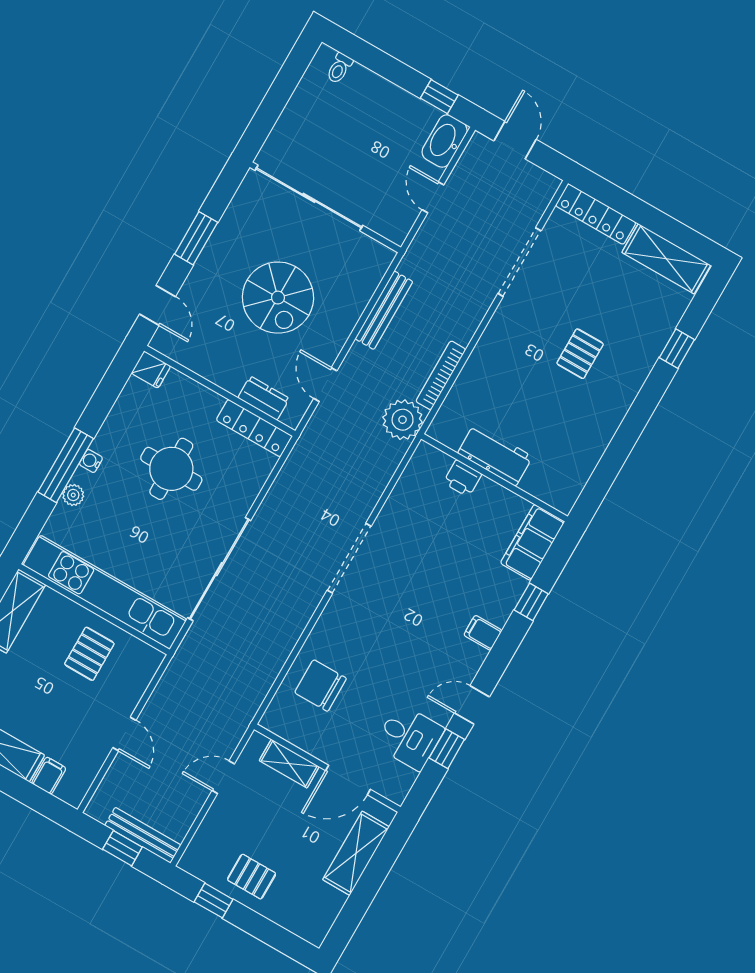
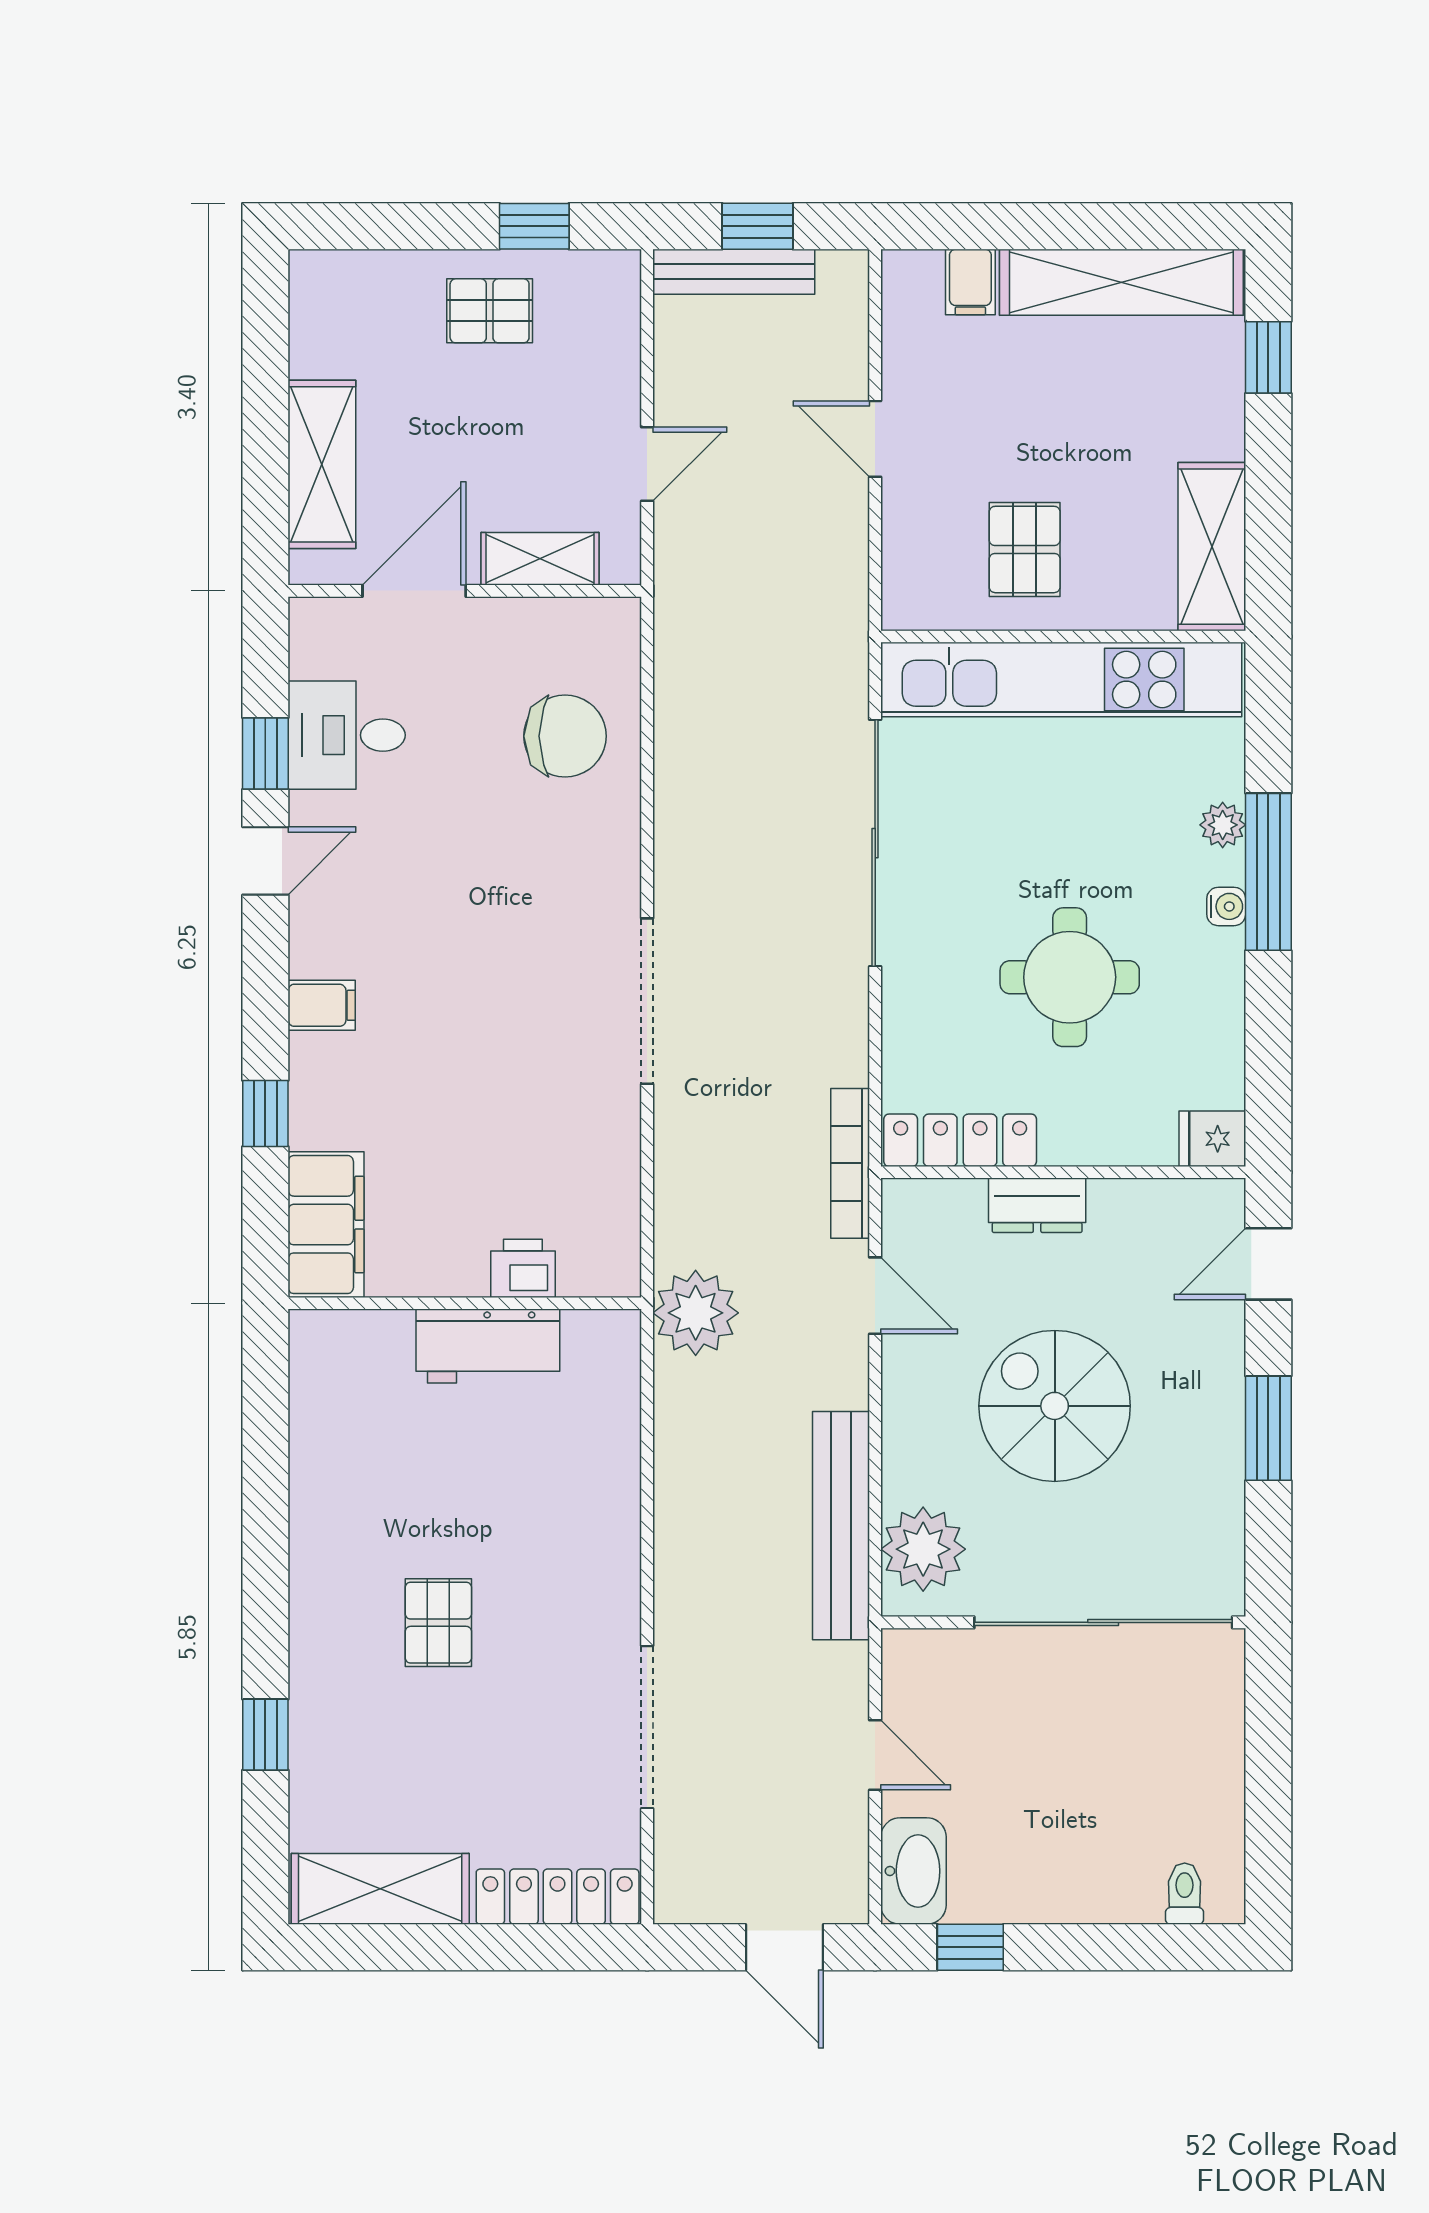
plant: (365, 270) -> (923, 1549), added
door: (158, 305) -> (1268, 1264), hinge flipped
bench: (384, 310) -> (841, 1526), width x1.37, depth x1.21
bookcase: (441, 375) -> (850, 1163), moved, turned 180
dresser: (264, 398) -> (1037, 1205), moved

